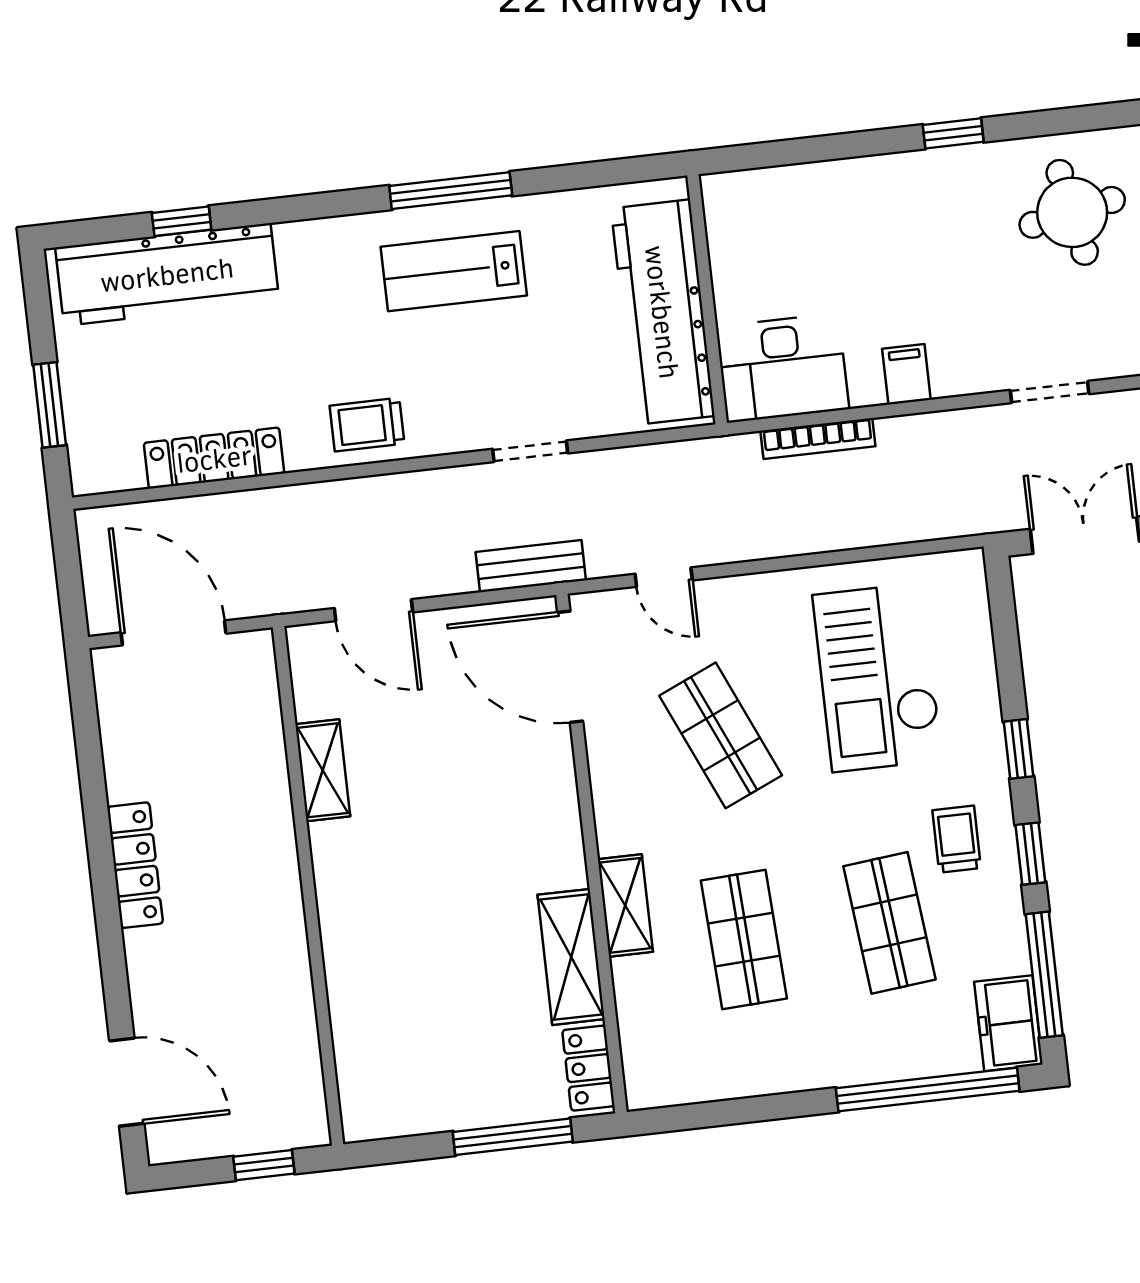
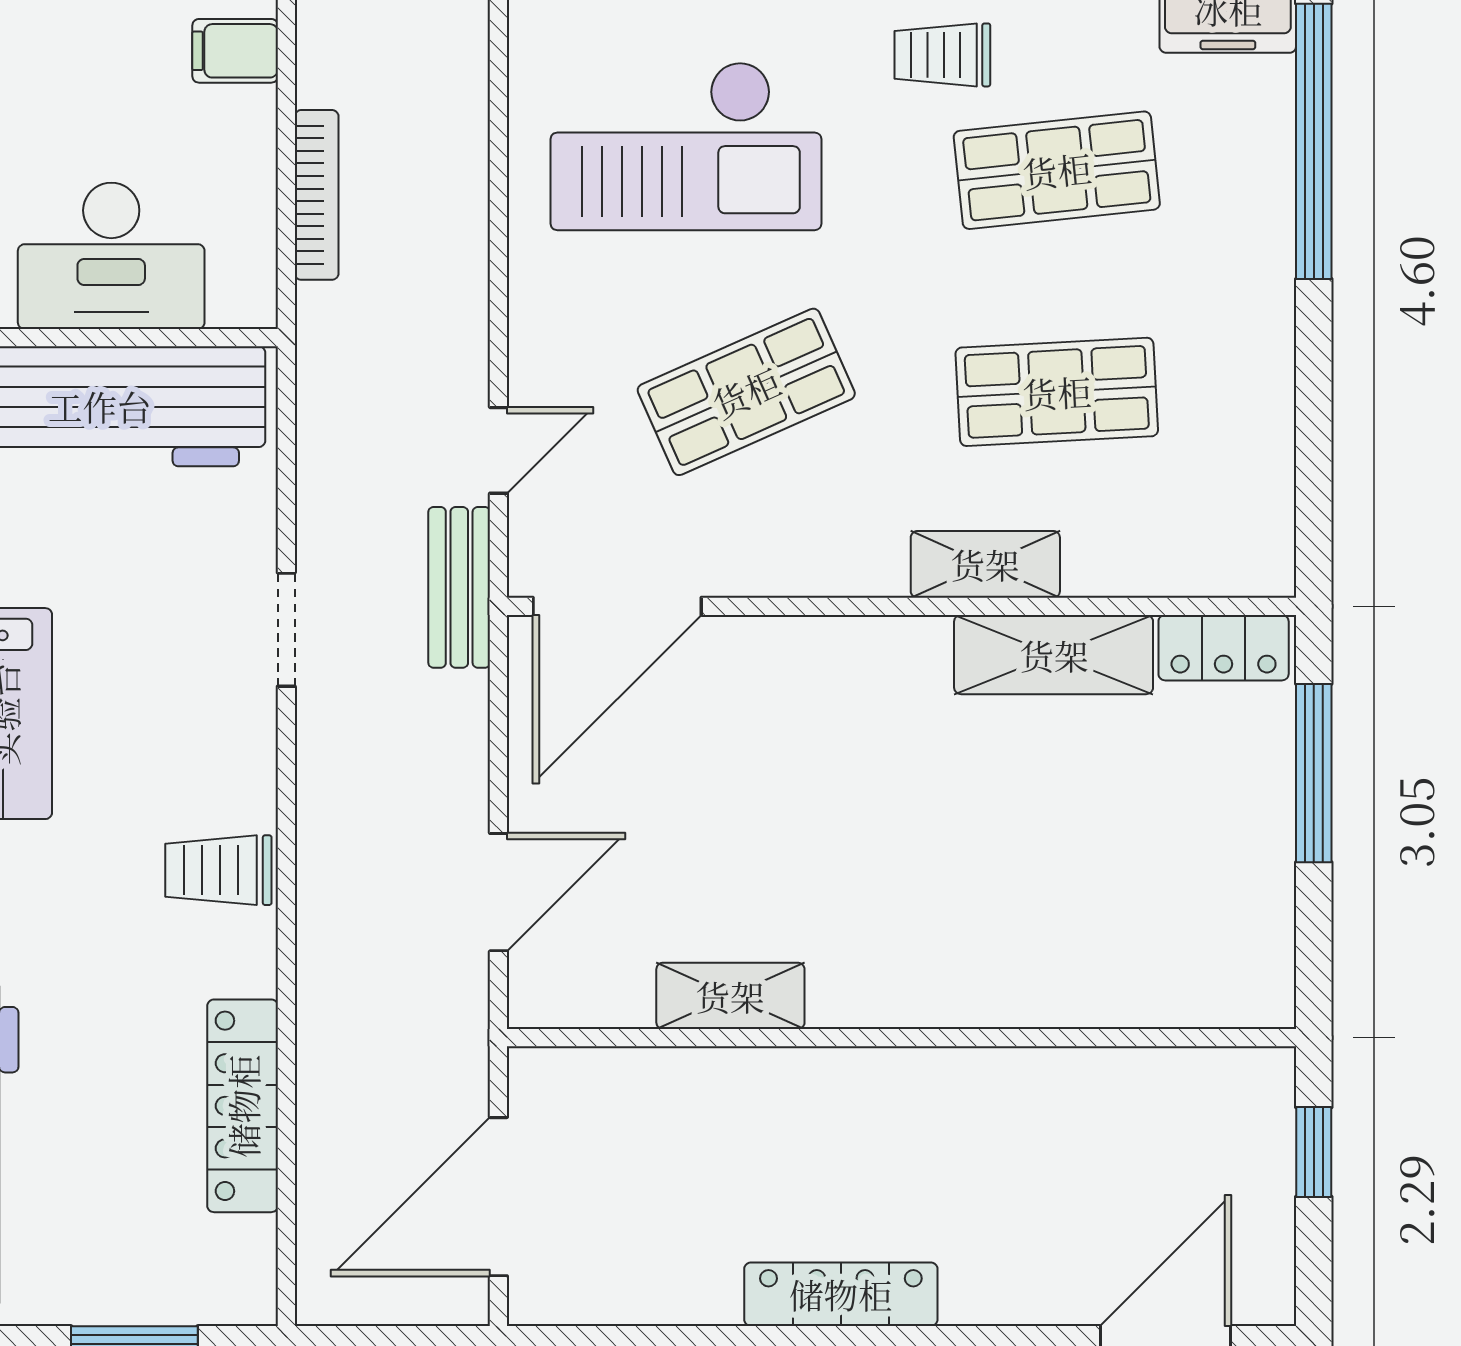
desk: (783, 368) -> (111, 256), moved, turned 90
trolley: (367, 425) -> (218, 870), turned 90
bench: (531, 566) -> (459, 587), moved

